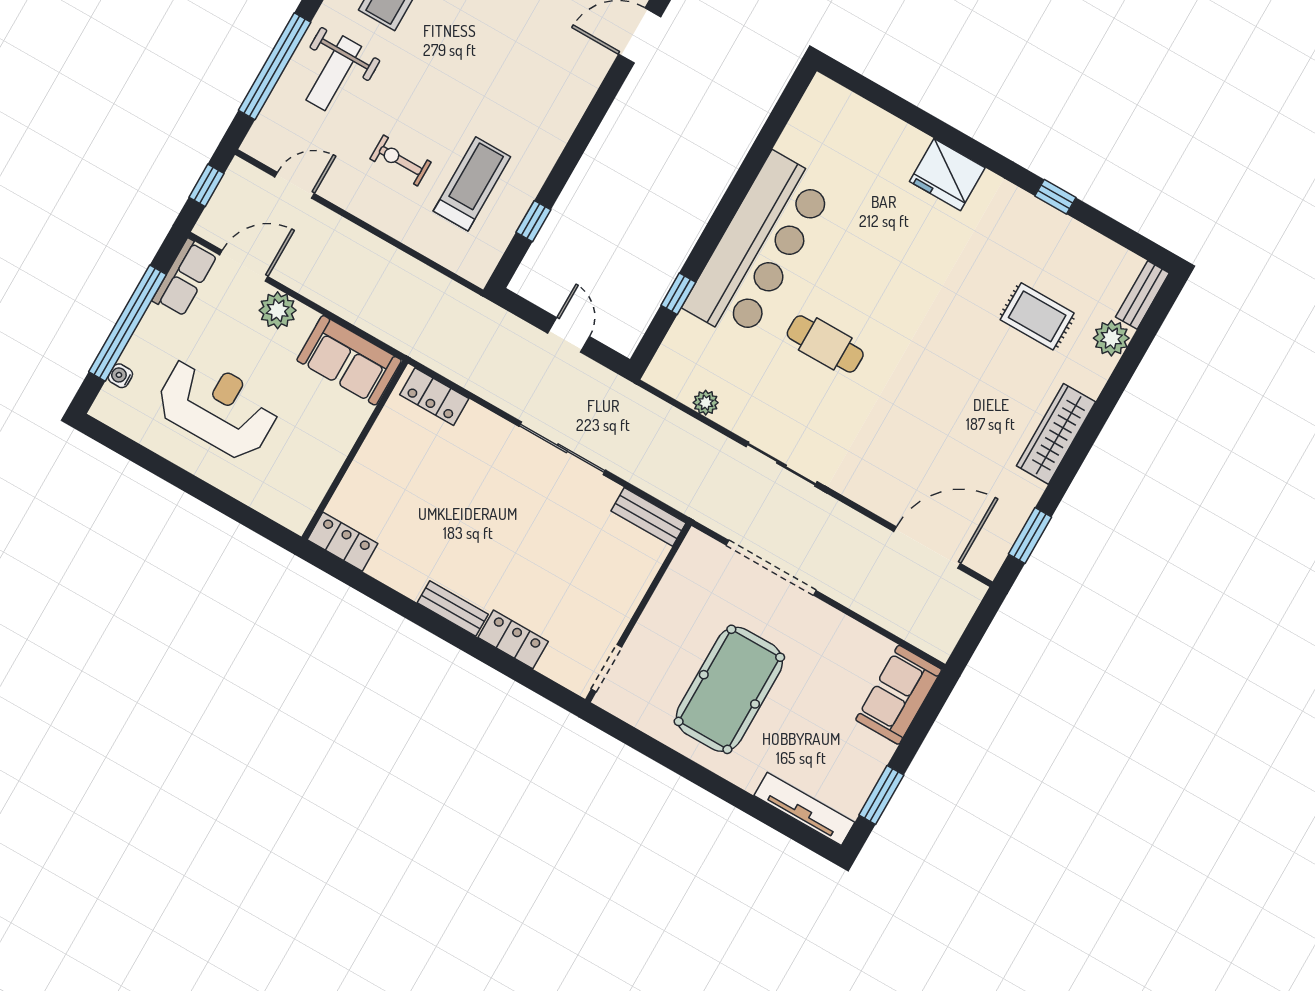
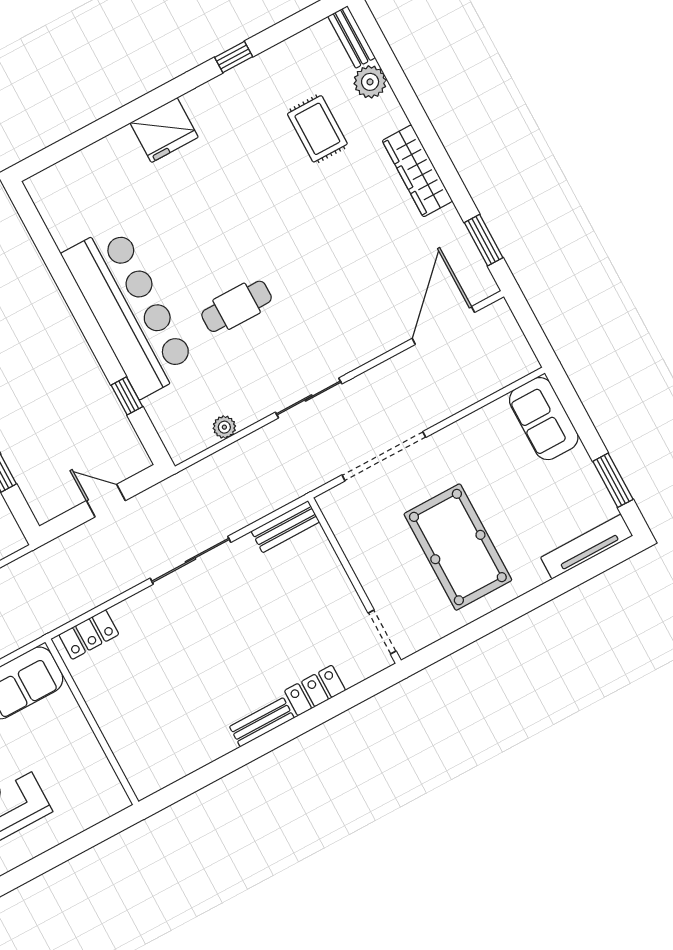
rug: (1037, 316) -> (317, 129), turned 90
locker: (343, 542) -> (157, 775), removed

